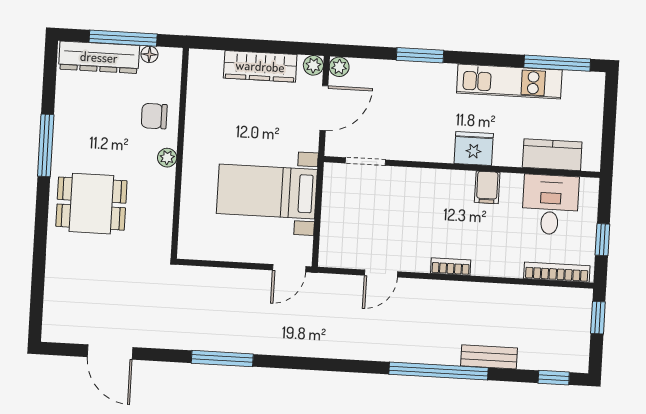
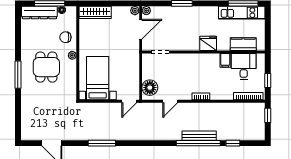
wardrobe: (260, 66) -> (95, 12), moved
kitchen unit: (509, 81) -> (242, 13), moved
window: (46, 145) -> (18, 75), moved
filing cabinet: (487, 187) -> (225, 60), moved
bed with nightstands: (267, 191) -> (98, 78), moved, turned 90
dining table: (91, 204) -> (46, 67), moved, turned 90
floor lamp: (337, 240) -> (150, 88), added
bench: (489, 357) -> (199, 136), moved, width x1.36
window: (554, 378) -> (233, 143), moved

